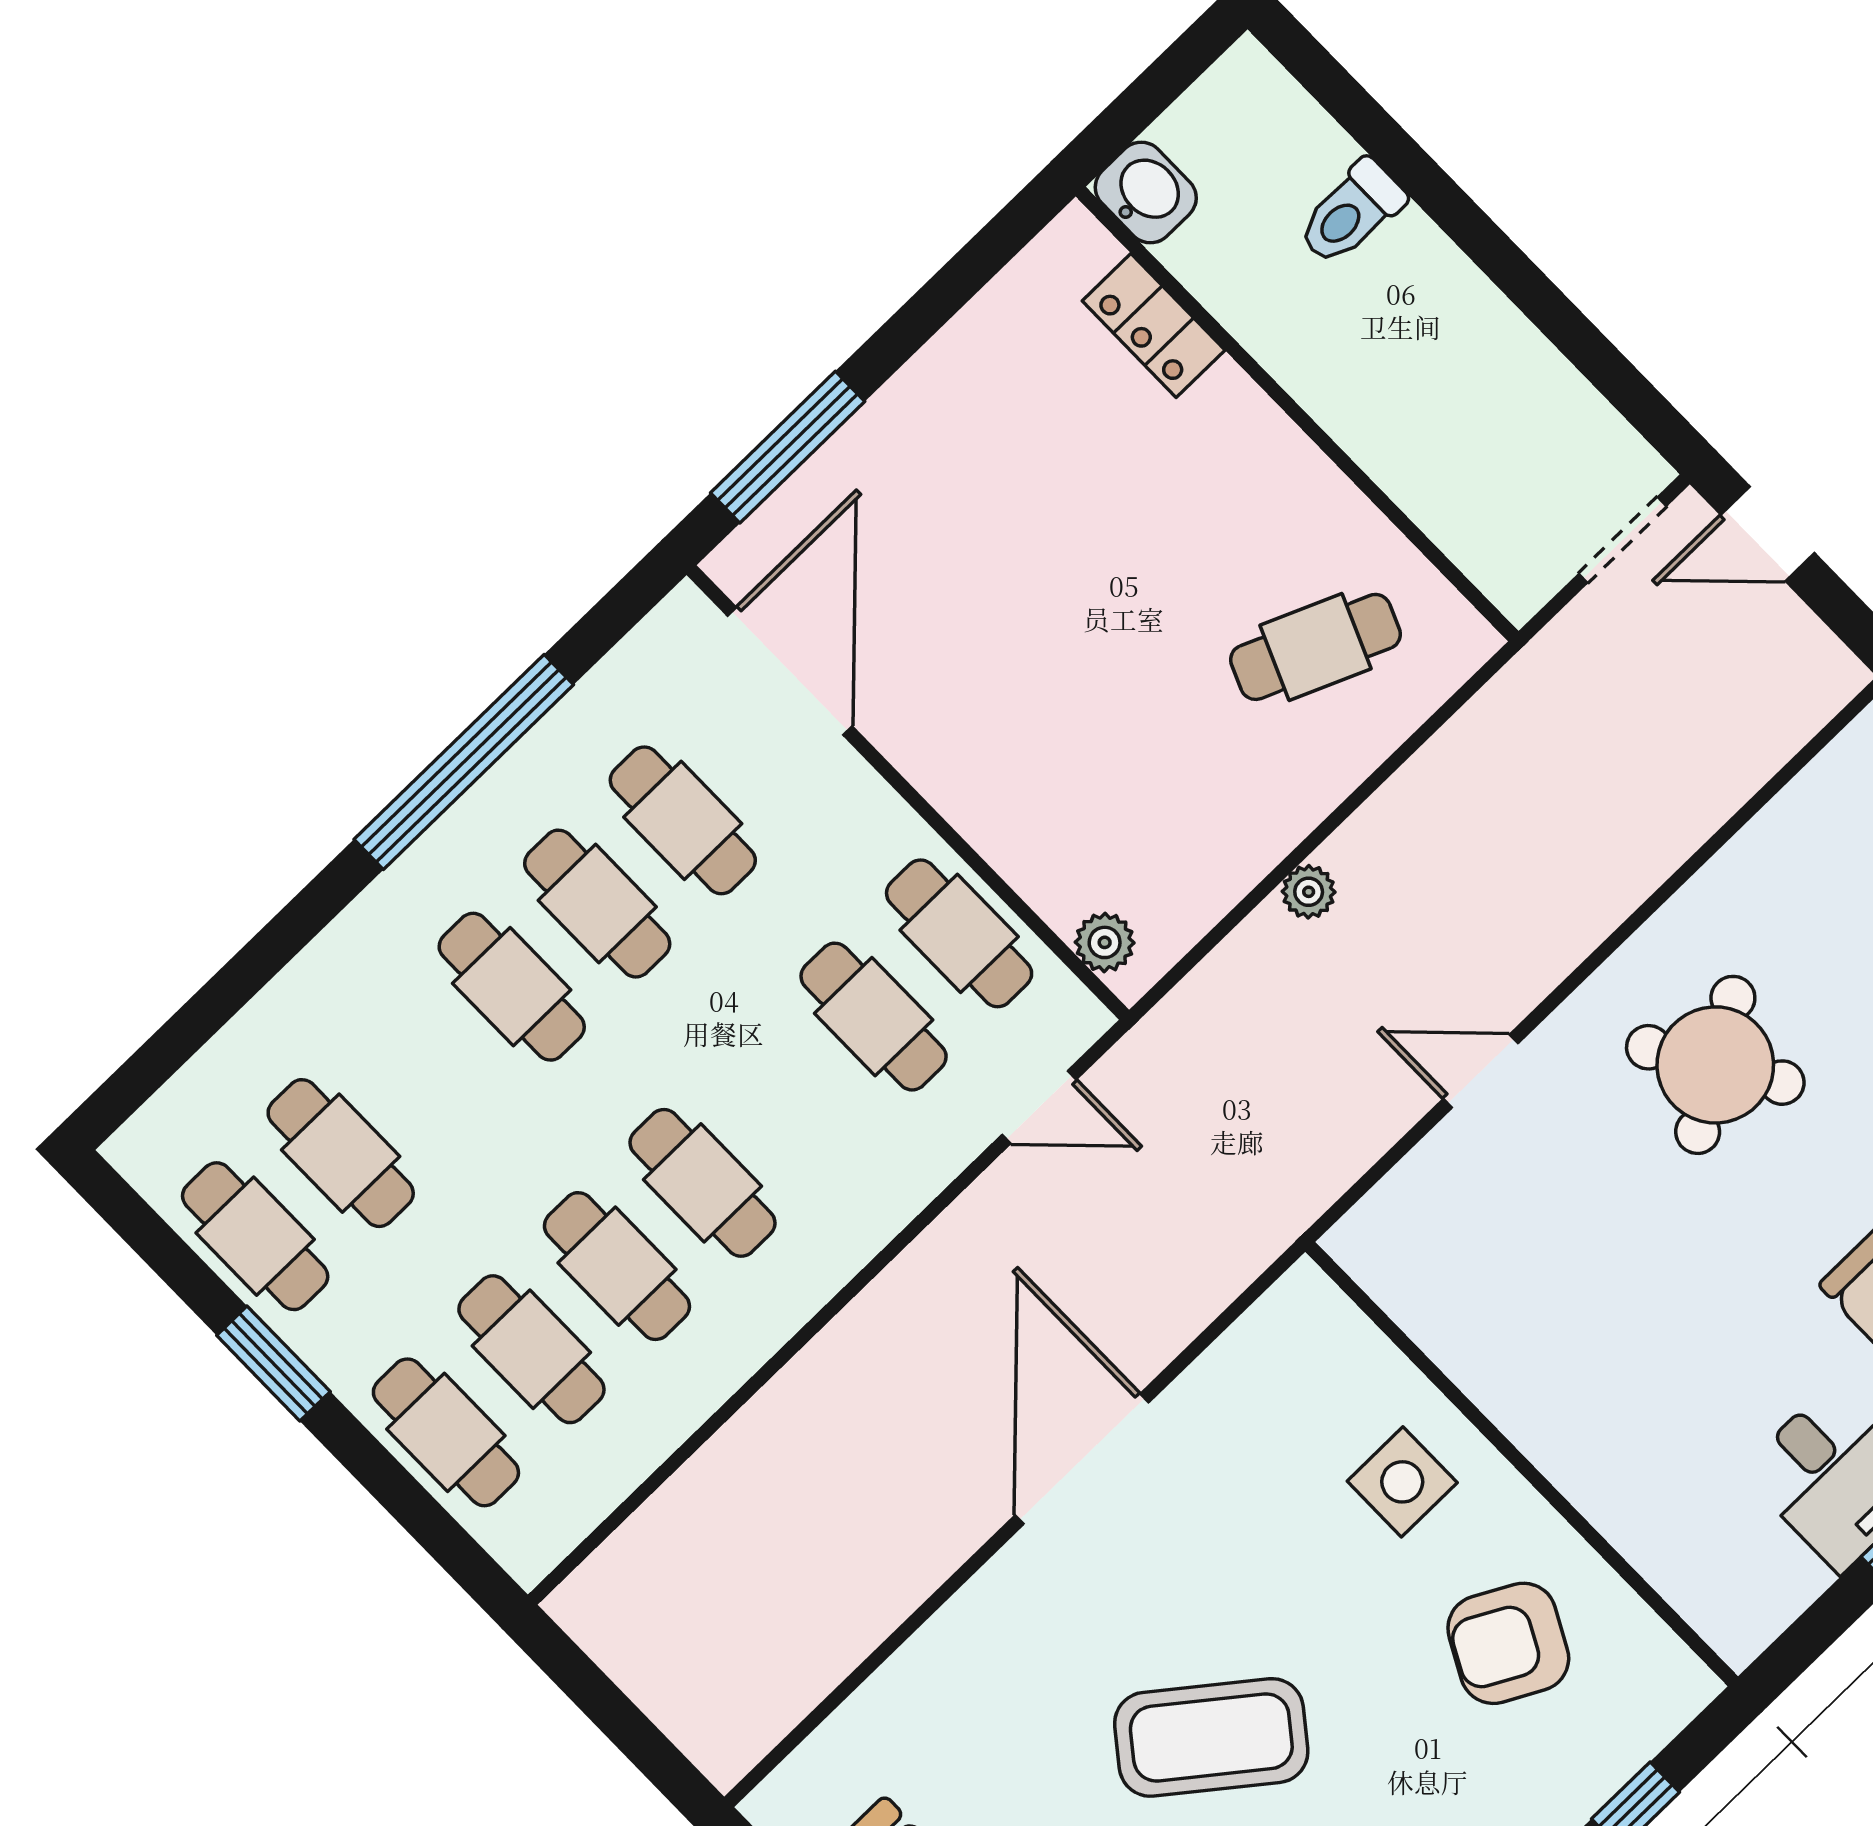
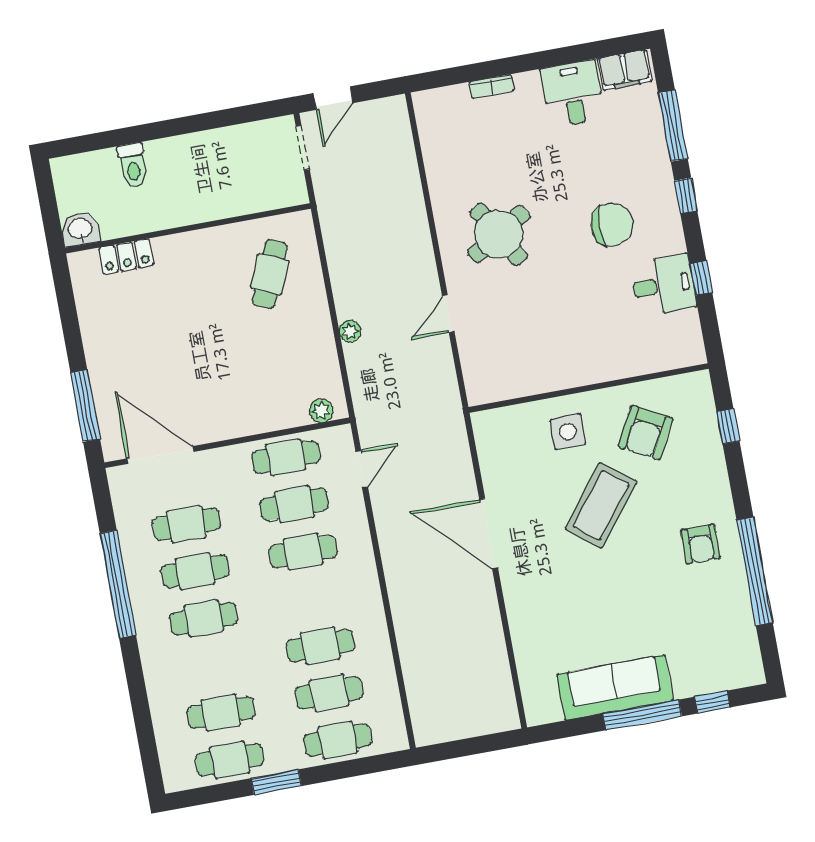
cafe table: (703, 1183) -> (303, 551), moved
coffee table: (1211, 1737) -> (601, 505), moved

